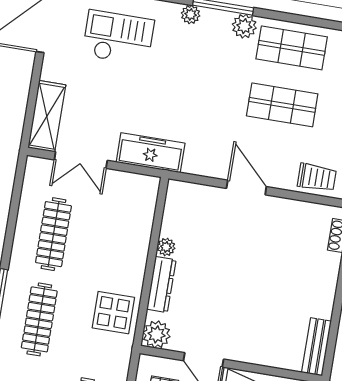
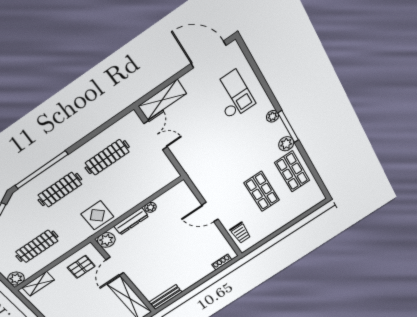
freezer: (151, 153) -> (189, 161), removed
double door: (81, 160) -> (156, 135), swing flipped
door: (246, 188) -> (210, 212), swing flipped

